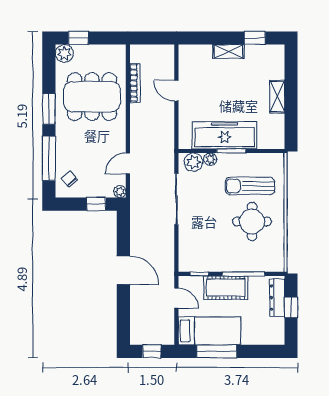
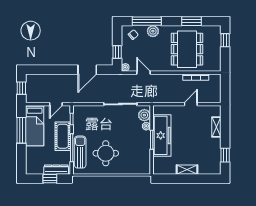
shelving: (228, 52) -> (216, 127), moved
plant: (64, 53) -> (153, 31), moved
window: (49, 109) -> (192, 21), moved
sun lounger: (250, 186) -> (80, 152), moved
door: (123, 270) -> (87, 70), moved

